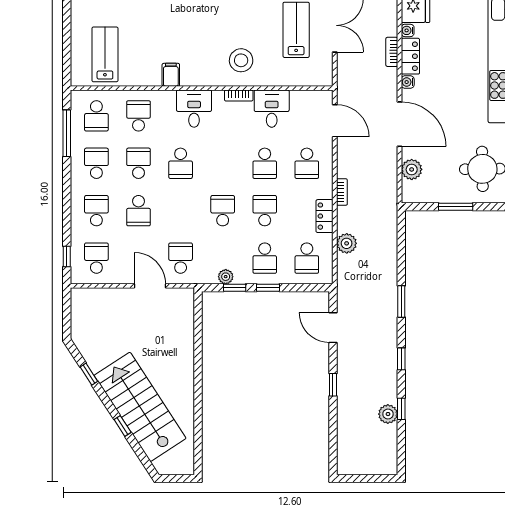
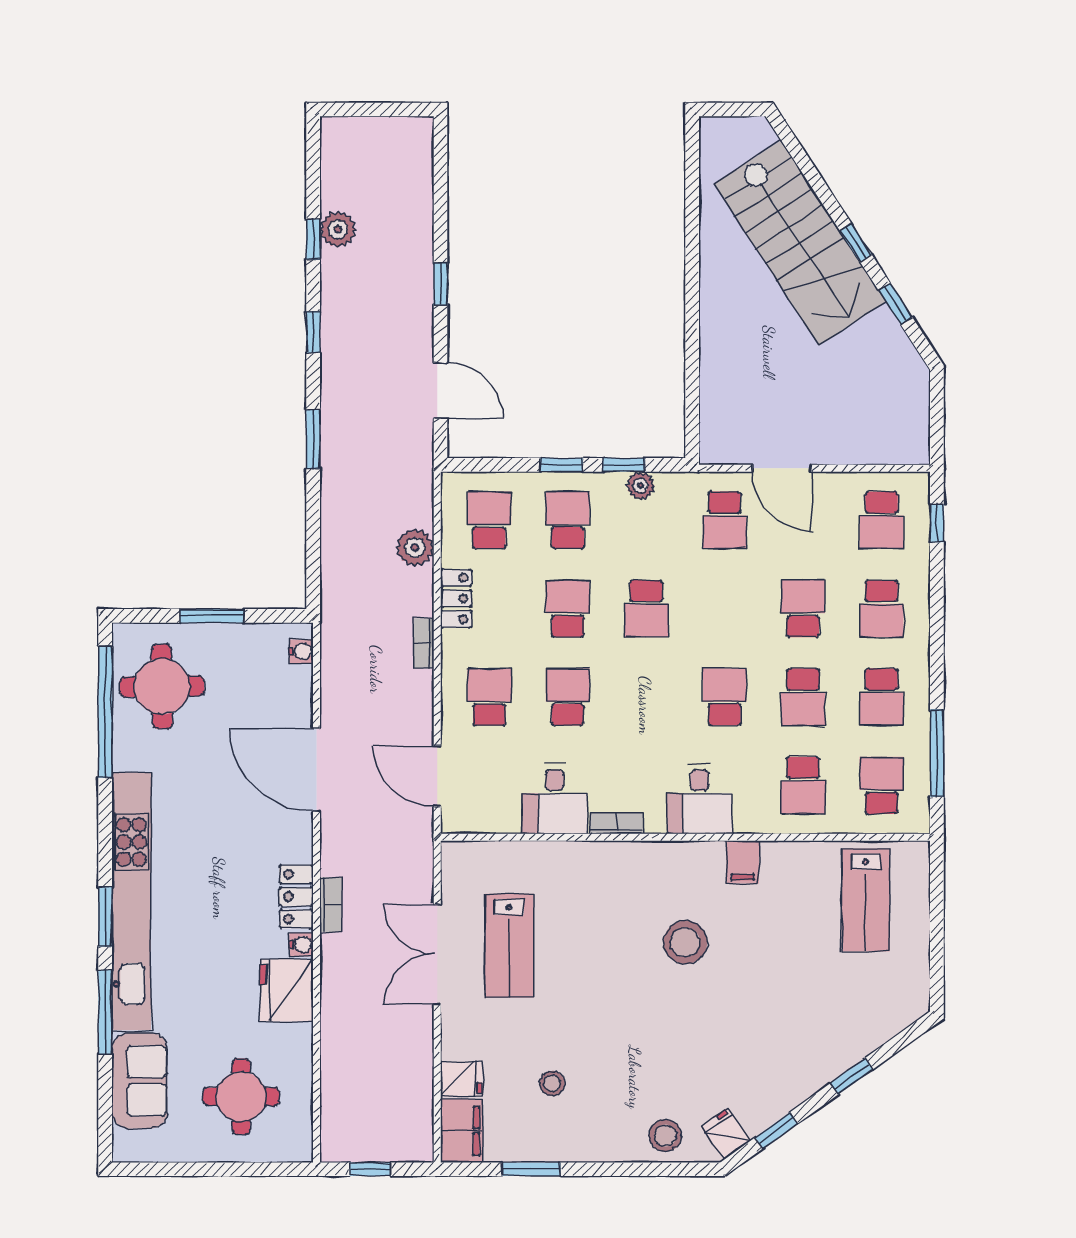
stool: (241, 60) -> (685, 942), moved
water cooler: (408, 82) -> (301, 651), moved
plant: (412, 169) -> (294, 685), removed
school desk: (265, 211) -> (568, 609), turned 180
window: (123, 426) -> (856, 242), moved

